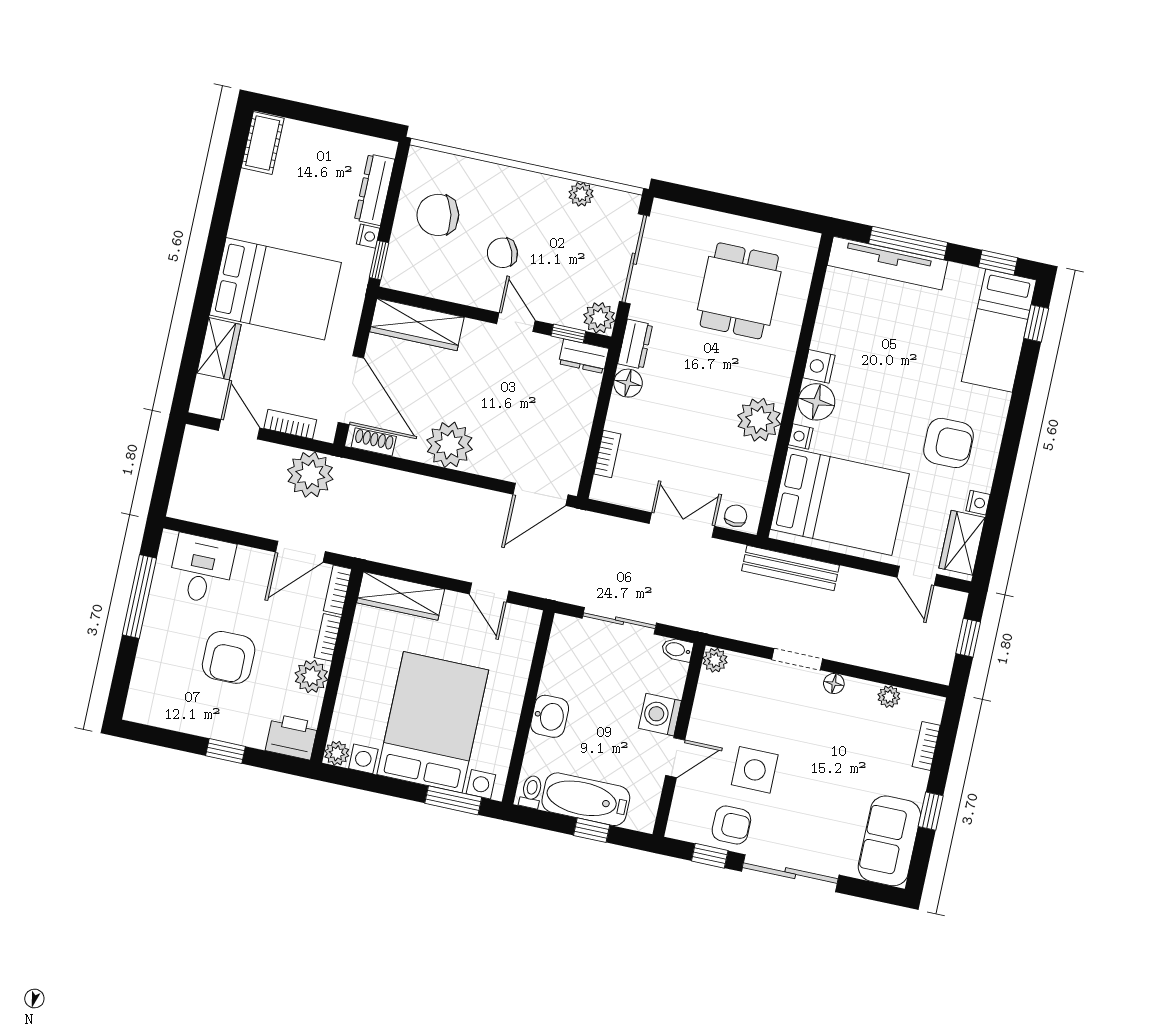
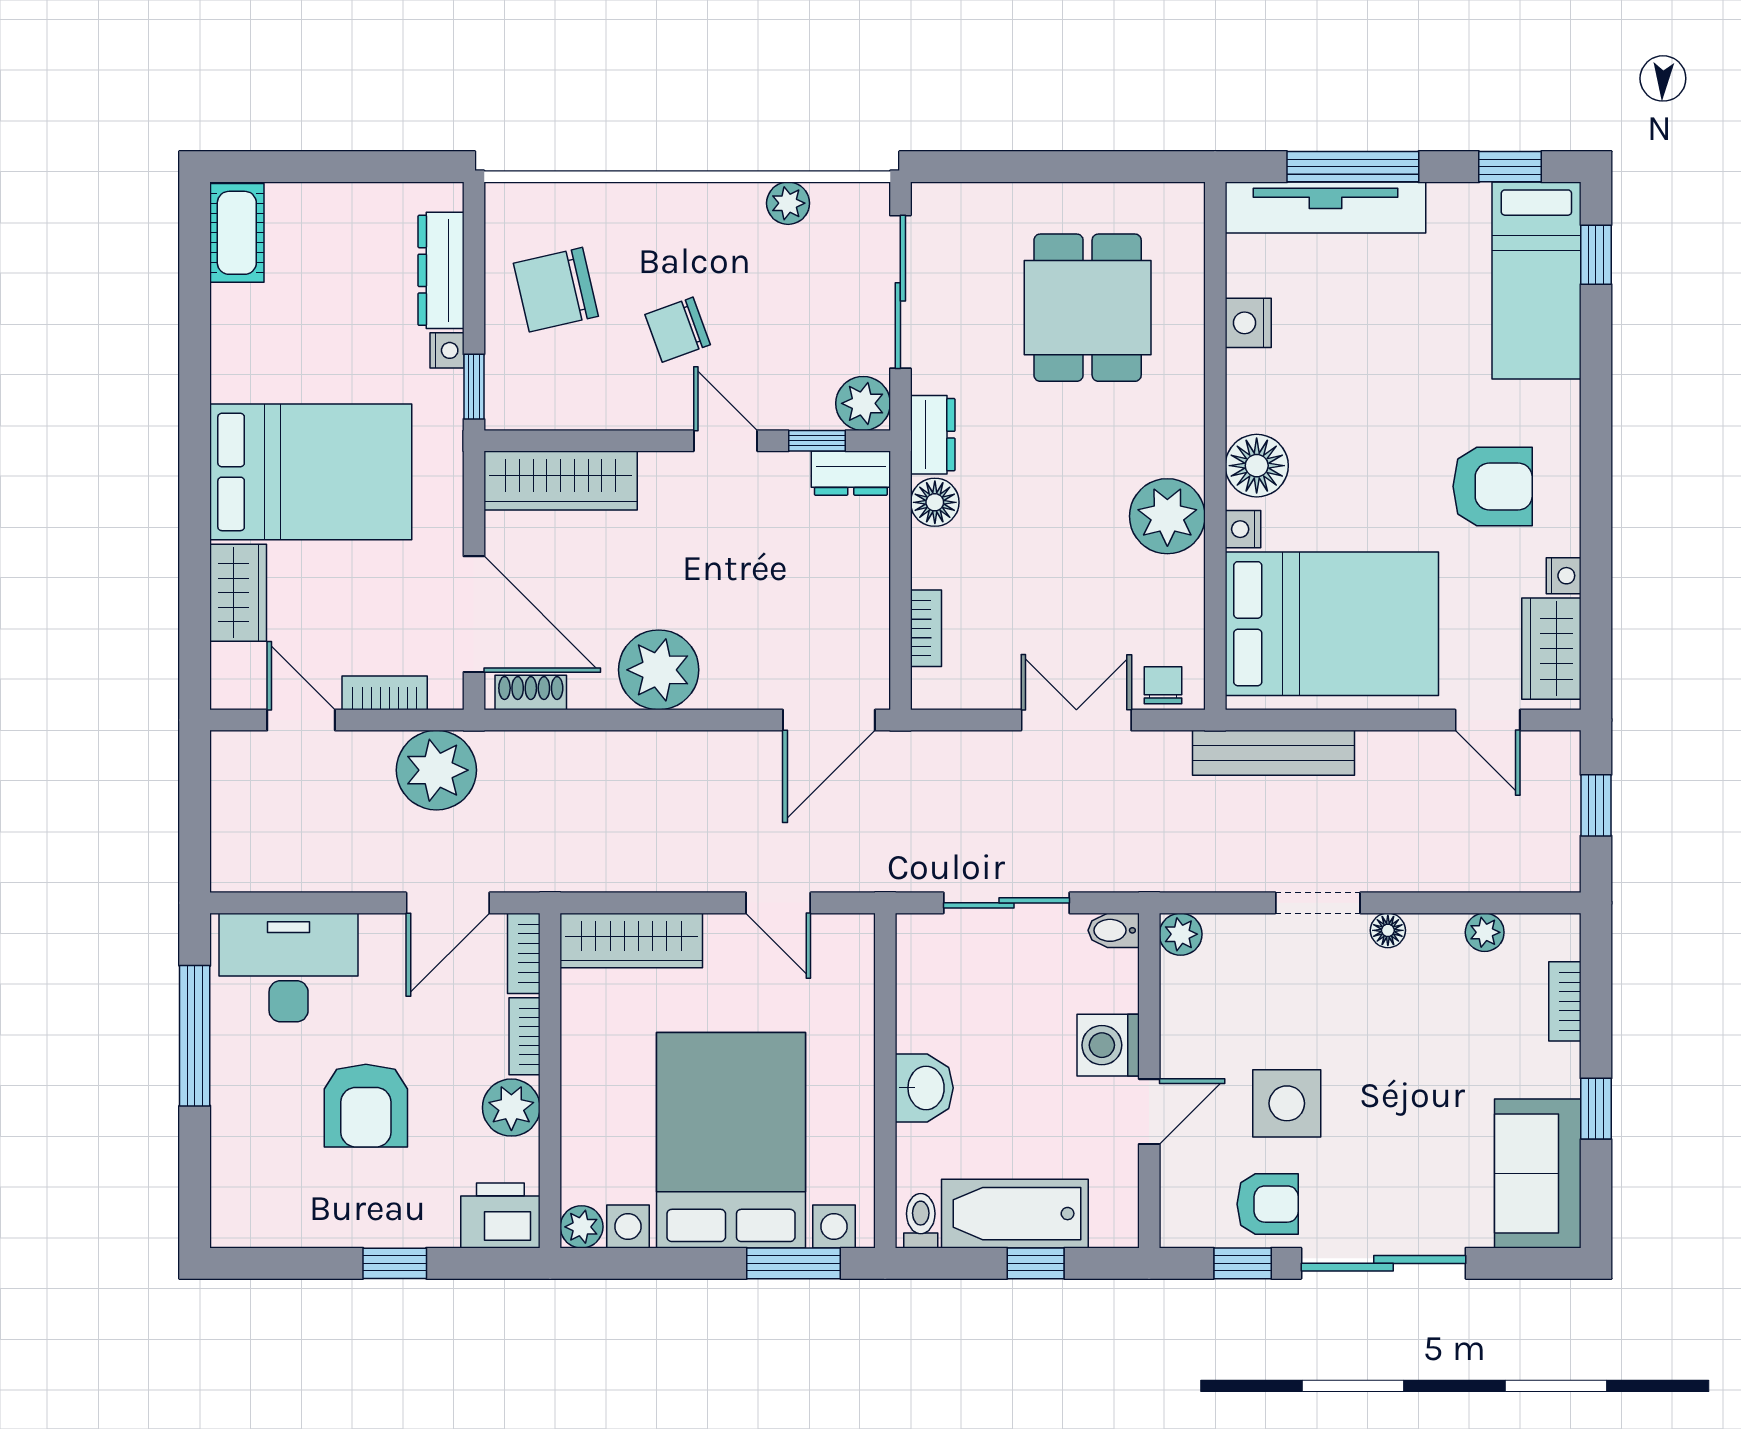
nightstand: (819, 366) -> (1248, 323), moved
desk: (201, 569) -> (289, 967), width x1.37

